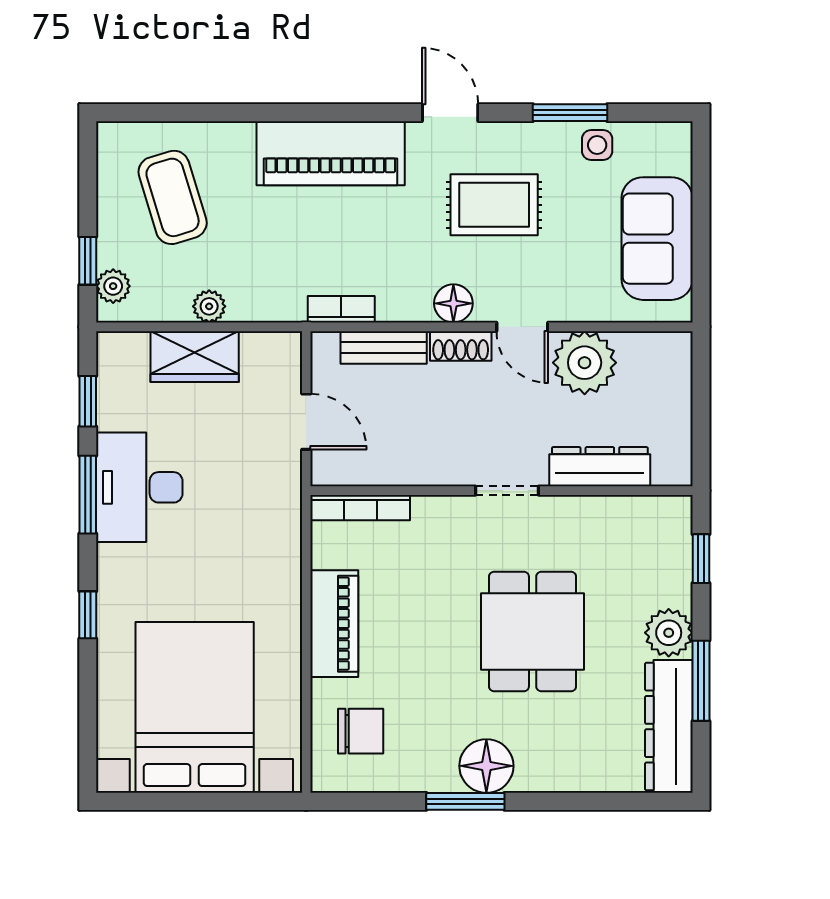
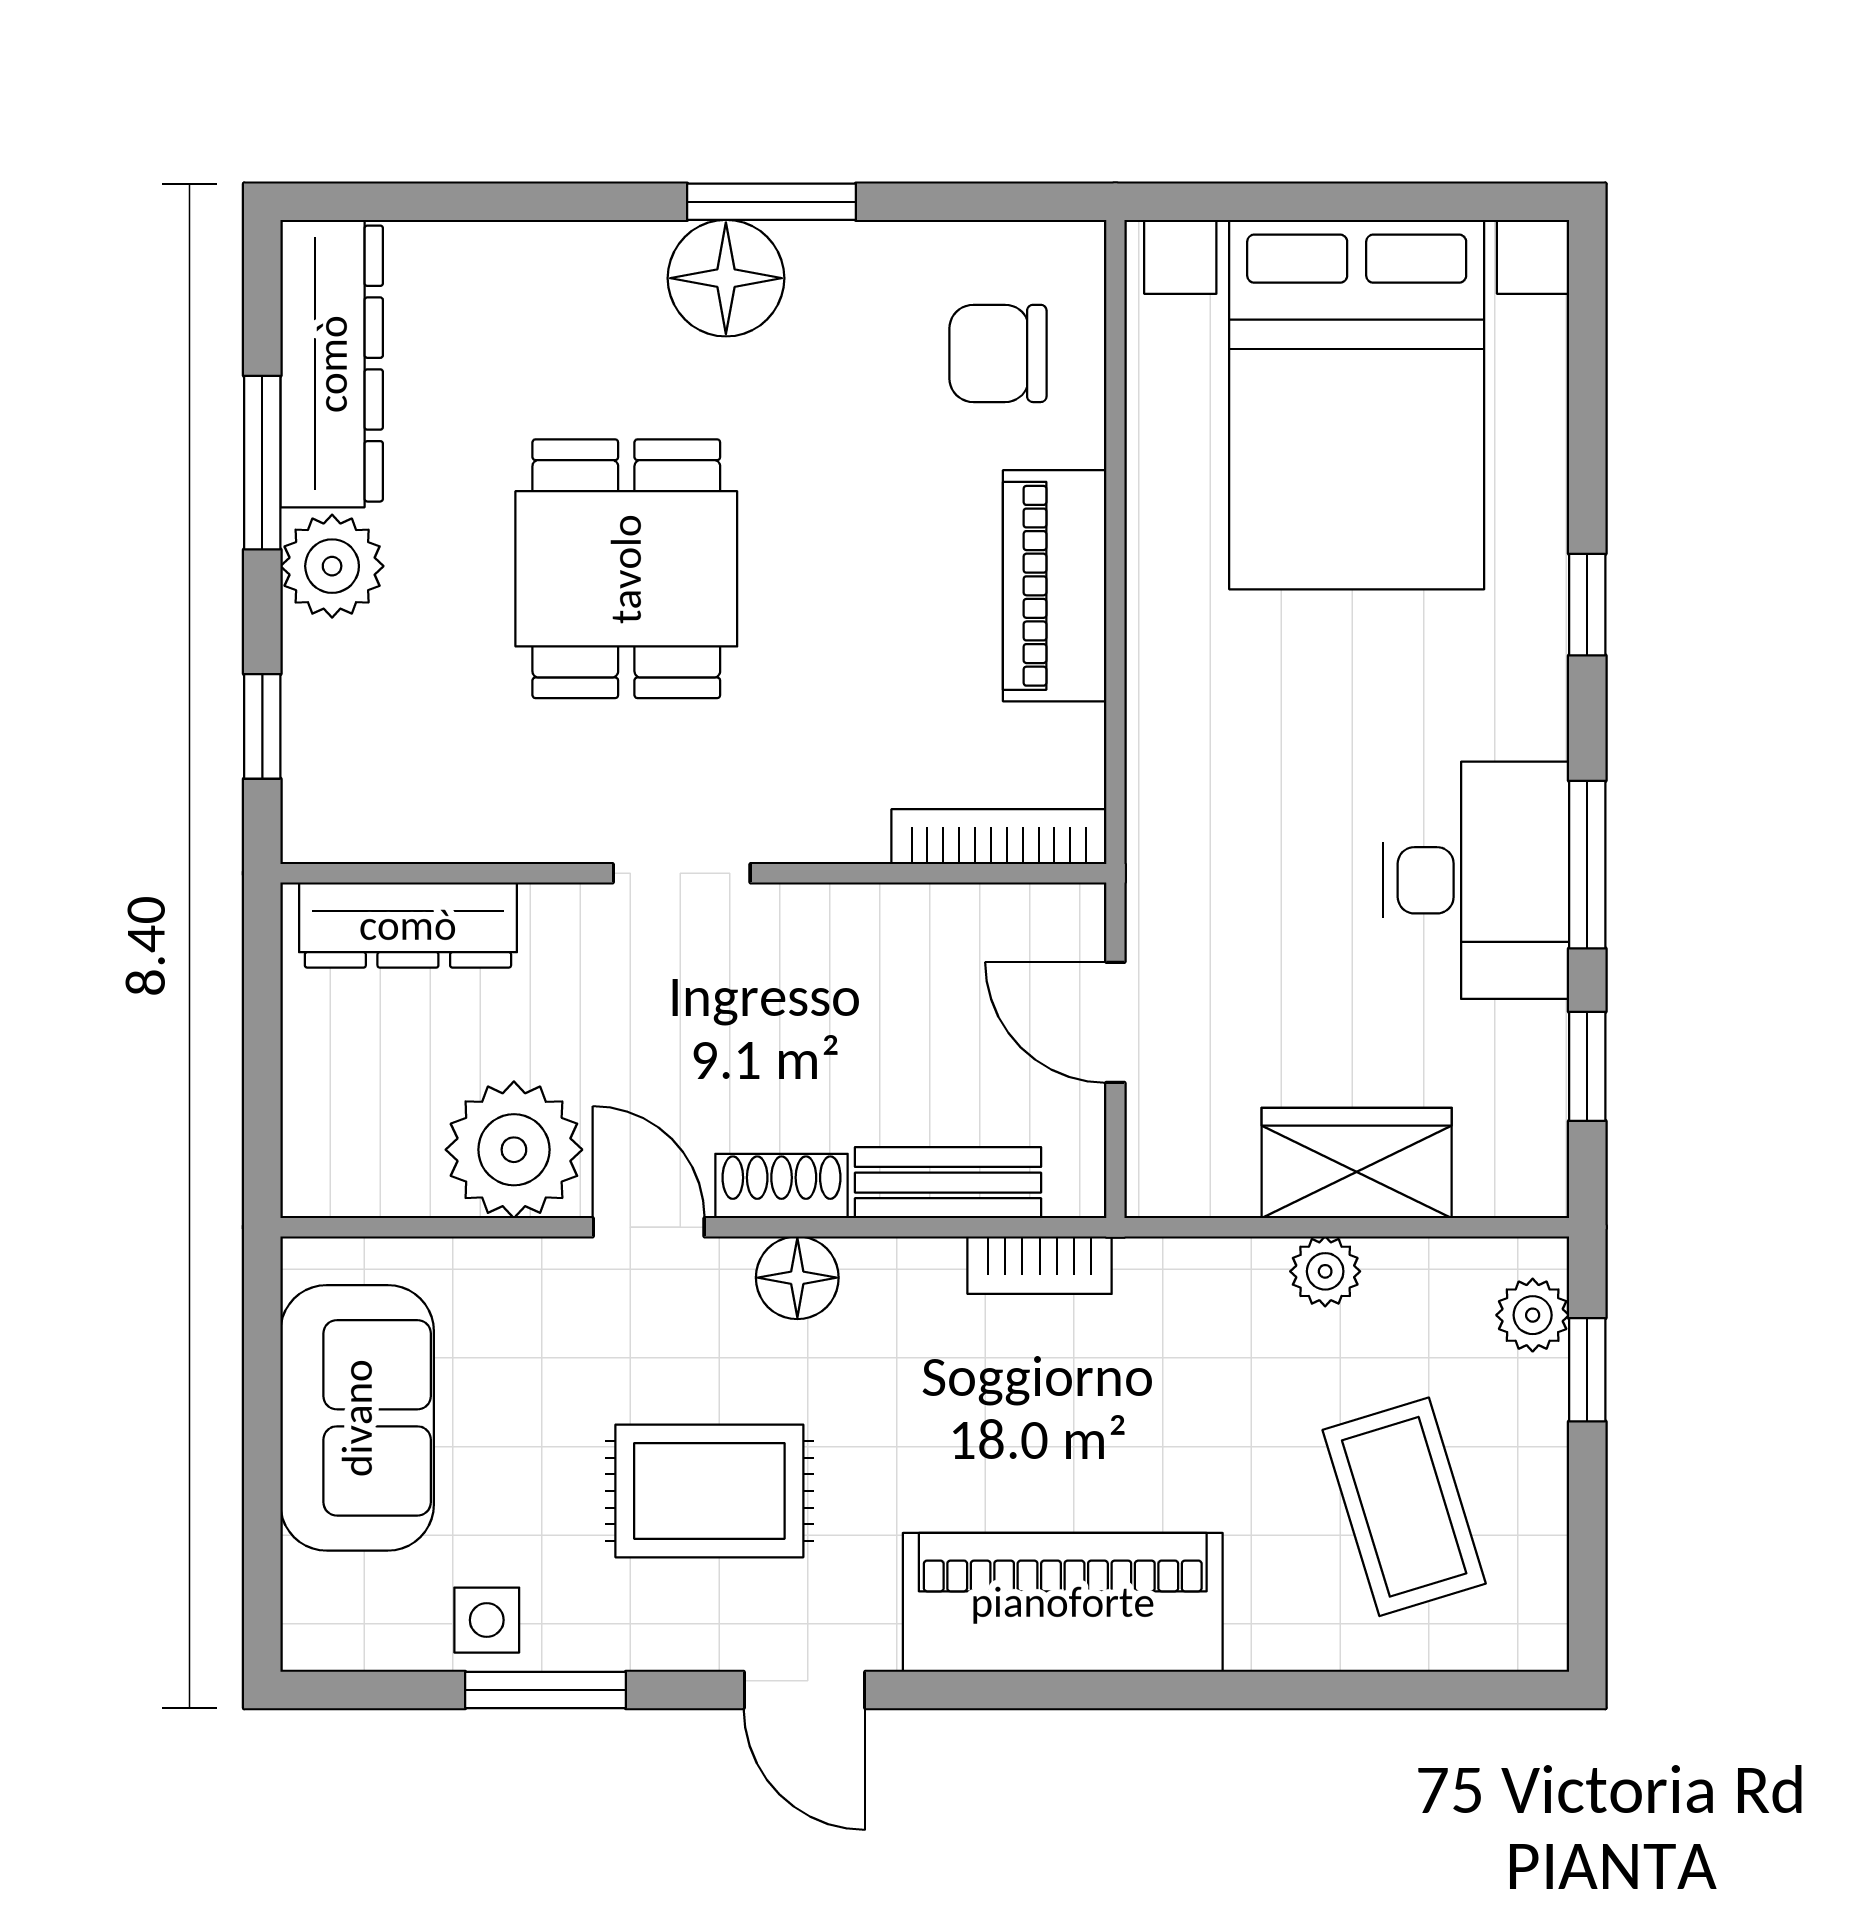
dresser: (600, 467) -> (408, 925), moved

